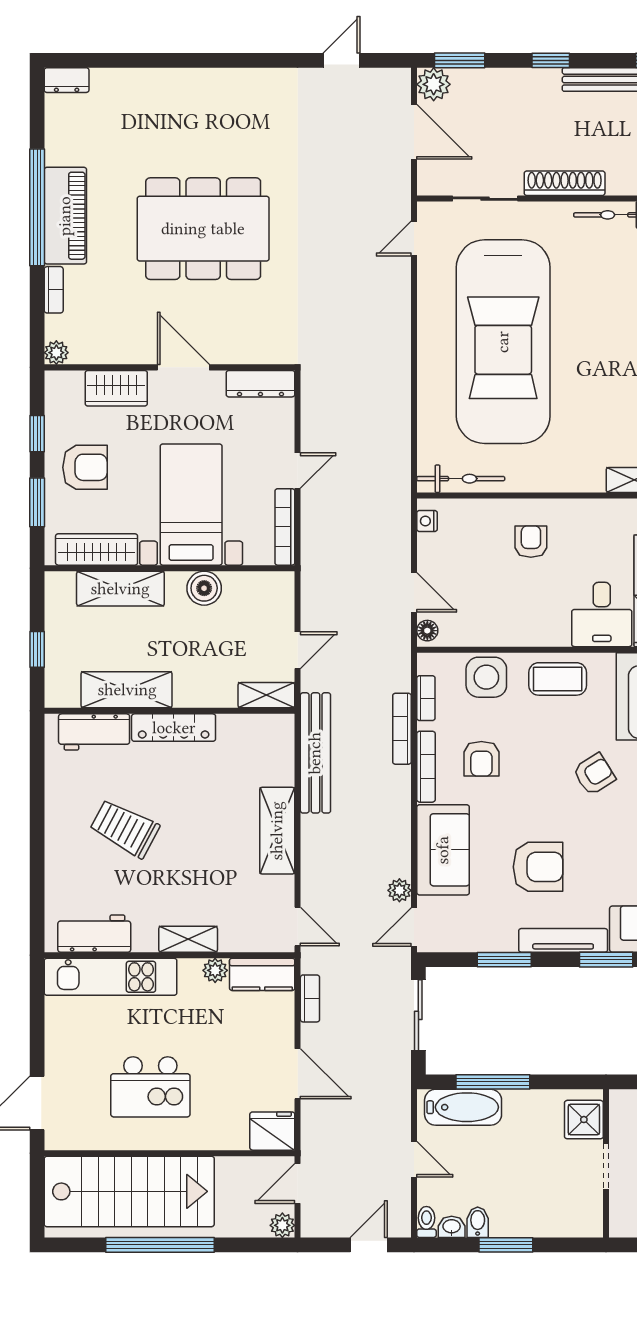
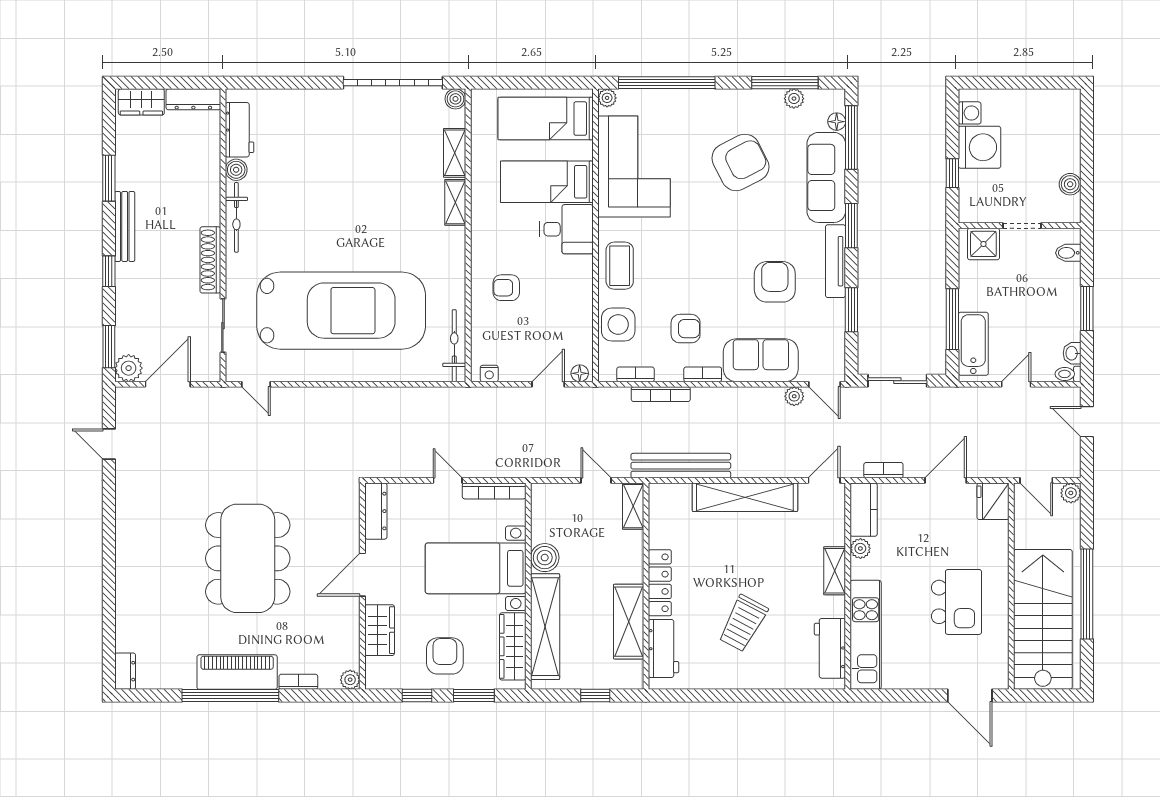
shelving: (120, 589) -> (545, 627), width x1.47
bookcase: (426, 767) -> (703, 374), width x0.64
armchair: (594, 774) -> (698, 235), removed
shelving: (277, 831) -> (745, 497), width x1.47
bidet: (478, 1222) -> (1068, 253), moved

